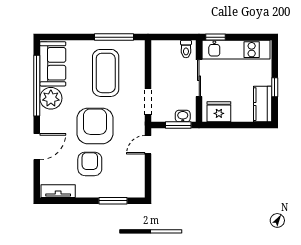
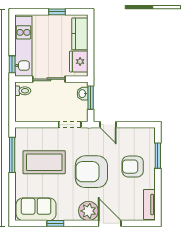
window: (37, 86) -> (55, 223), width x0.32
plant: (51, 98) -> (88, 211), moved
kitchen counter: (263, 104) -> (80, 34), moved, turned 90
armchair: (90, 164) -> (133, 167), moved

